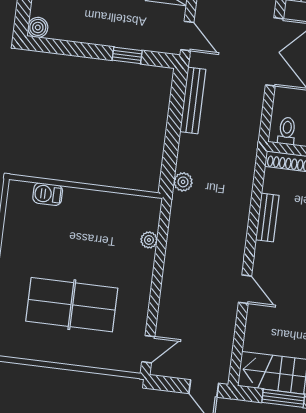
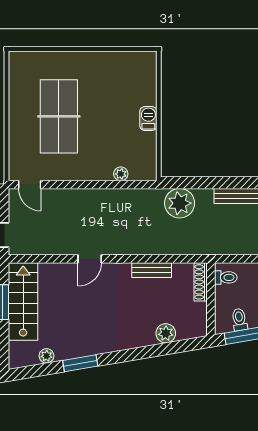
plant: (183, 182) -> (180, 203), width x1.88, depth x1.88
barbecue: (48, 194) -> (148, 119), moved

